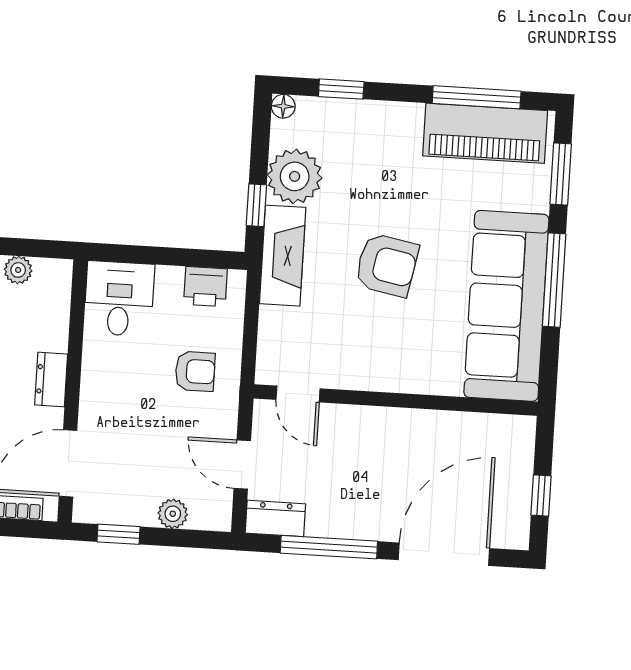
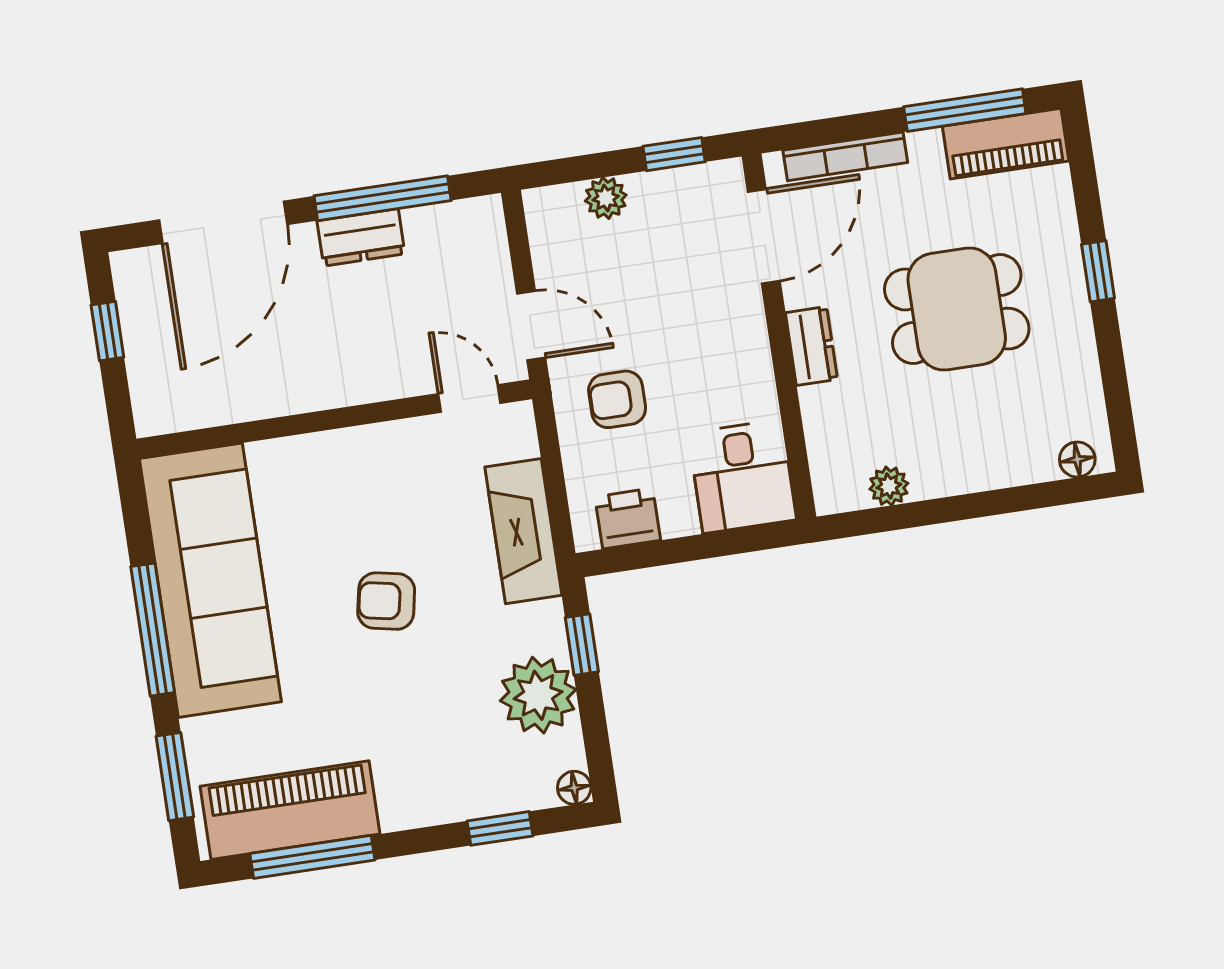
fireplace: (283, 256) -> (523, 531), moved
armchair: (387, 265) -> (386, 601), width x0.72, depth x0.72
door: (242, 465) -> (531, 326), moved
dresser: (275, 518) -> (361, 237), moved

